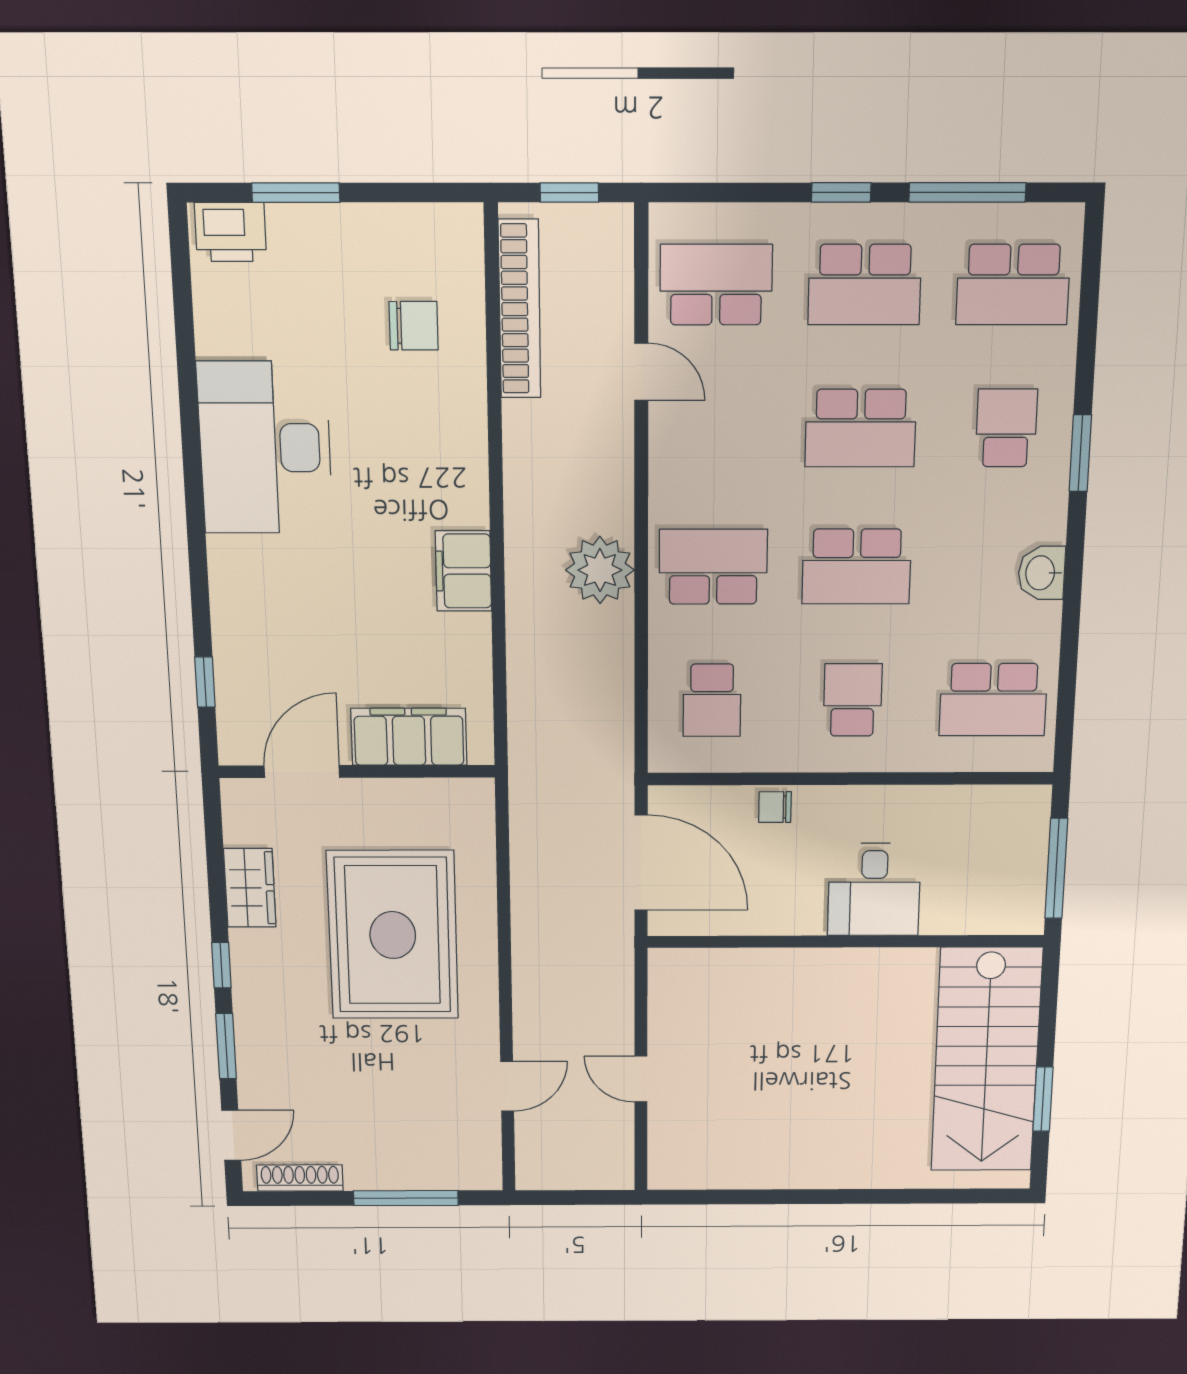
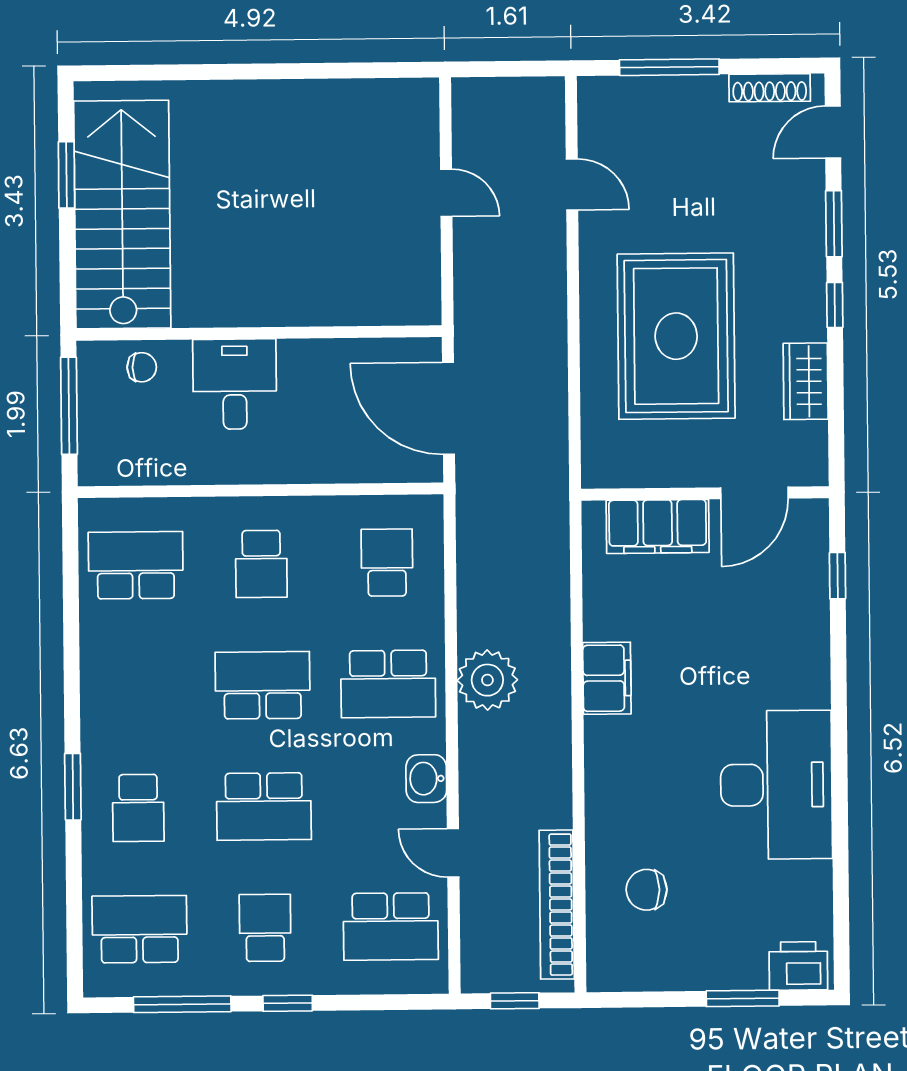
school desk: (865, 285) -> (265, 928), width x0.54
school desk: (861, 428) -> (264, 807), turned 180
washbasin: (1041, 573) -> (426, 779), moved, turned 180
chair: (775, 807) -> (142, 367), moved
door: (507, 1086) -> (572, 185), swing flipped

